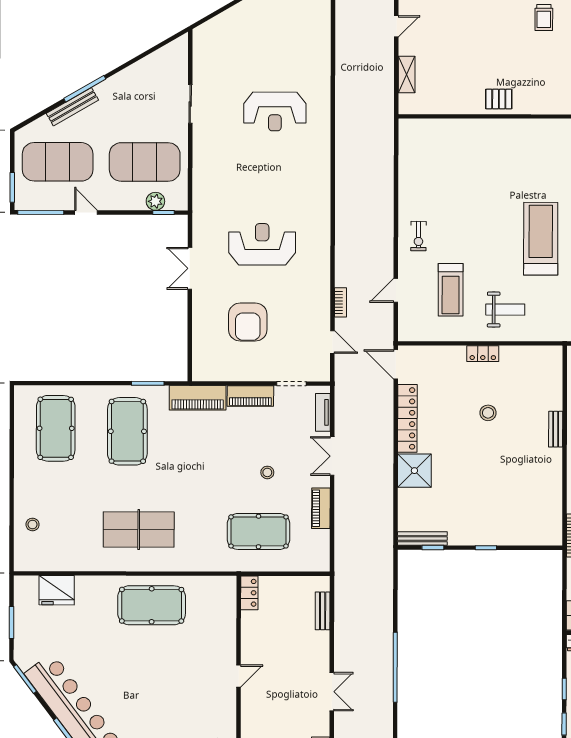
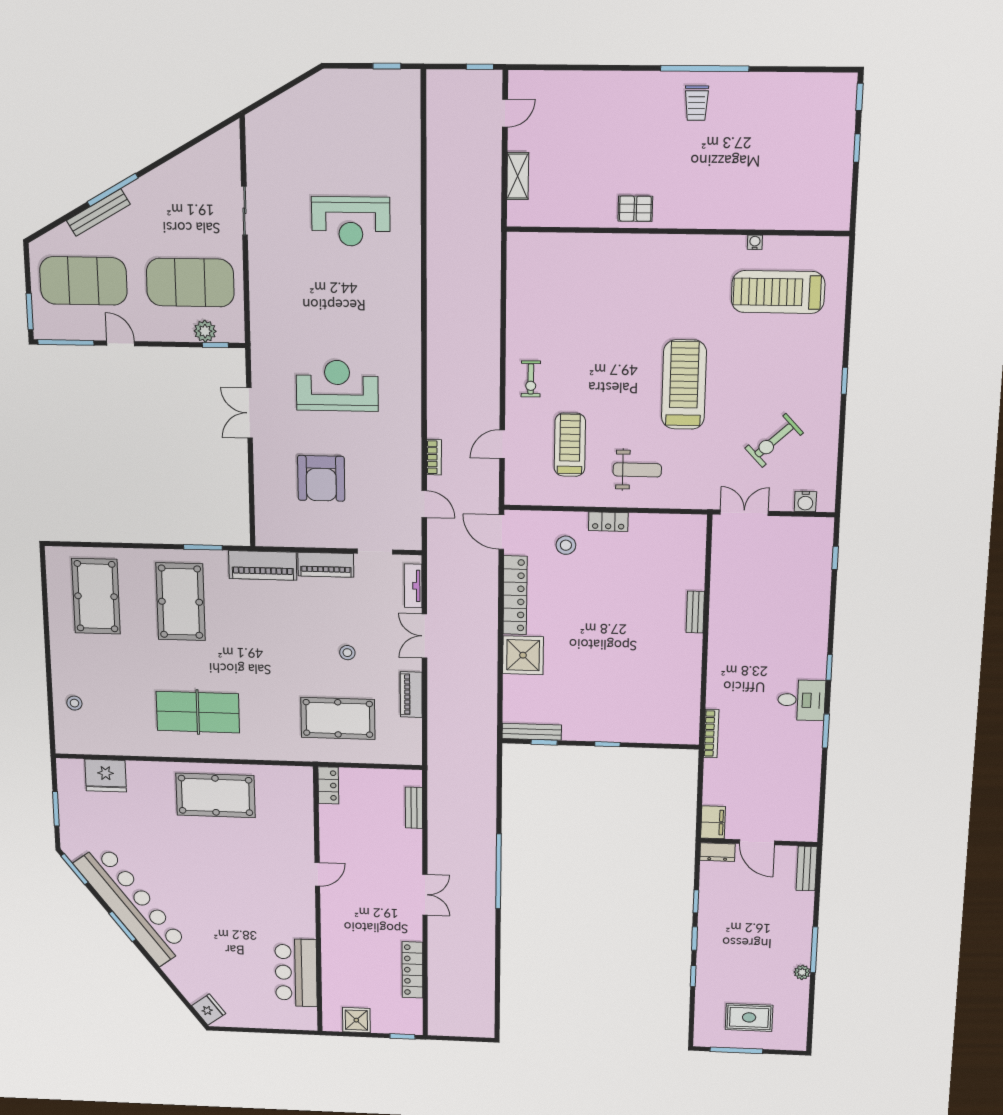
treadmill: (451, 290) -> (570, 445), turned 180
stool: (488, 413) -> (566, 545), moved

